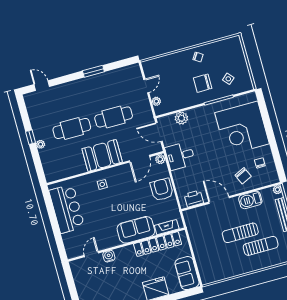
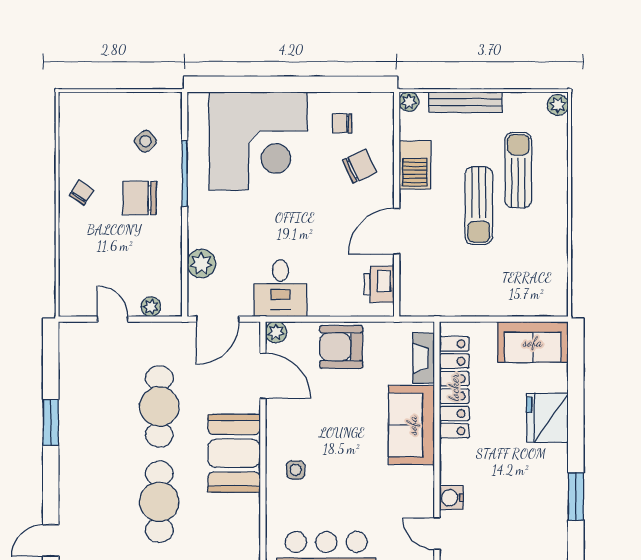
chair: (203, 83) -> (140, 198), turned 90

